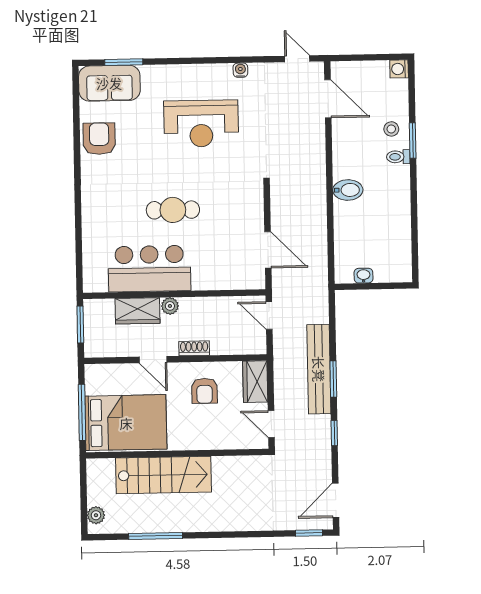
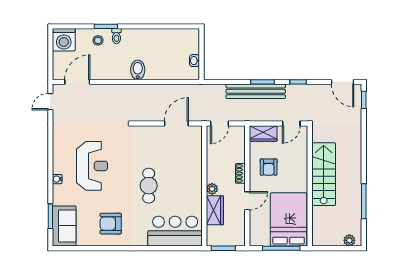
washing machine: (399, 69) -> (64, 40), width x1.89, depth x1.89
water cooler: (240, 70) -> (57, 179), moved
armchair: (99, 139) -> (111, 224), moved
bar counter: (149, 269) -> (175, 231), moved, turned 90
armchair: (205, 391) -> (269, 167), turned 90
stairs: (163, 475) -> (324, 174), moved

